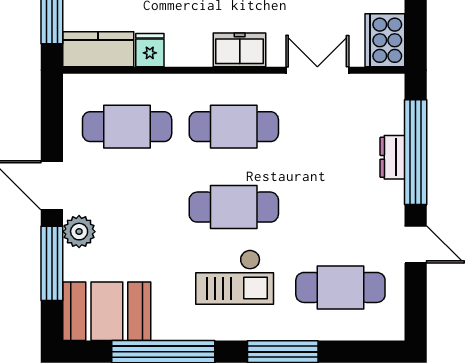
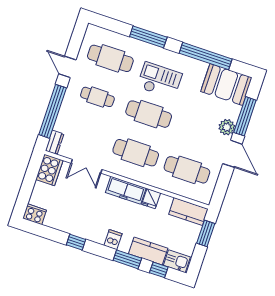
fridge: (150, 50) -> (151, 199), moved
freezer: (240, 50) -> (126, 190), width x1.40
dresser: (392, 157) -> (55, 142), moved
cafe table: (340, 207) -> (97, 97), added

